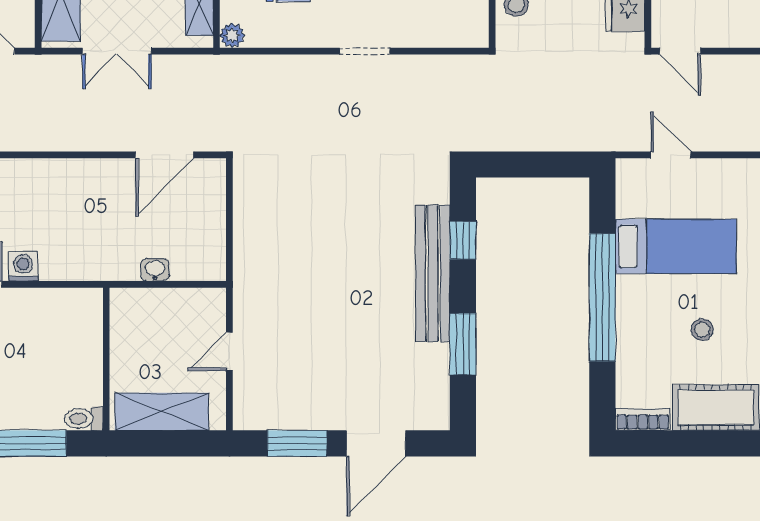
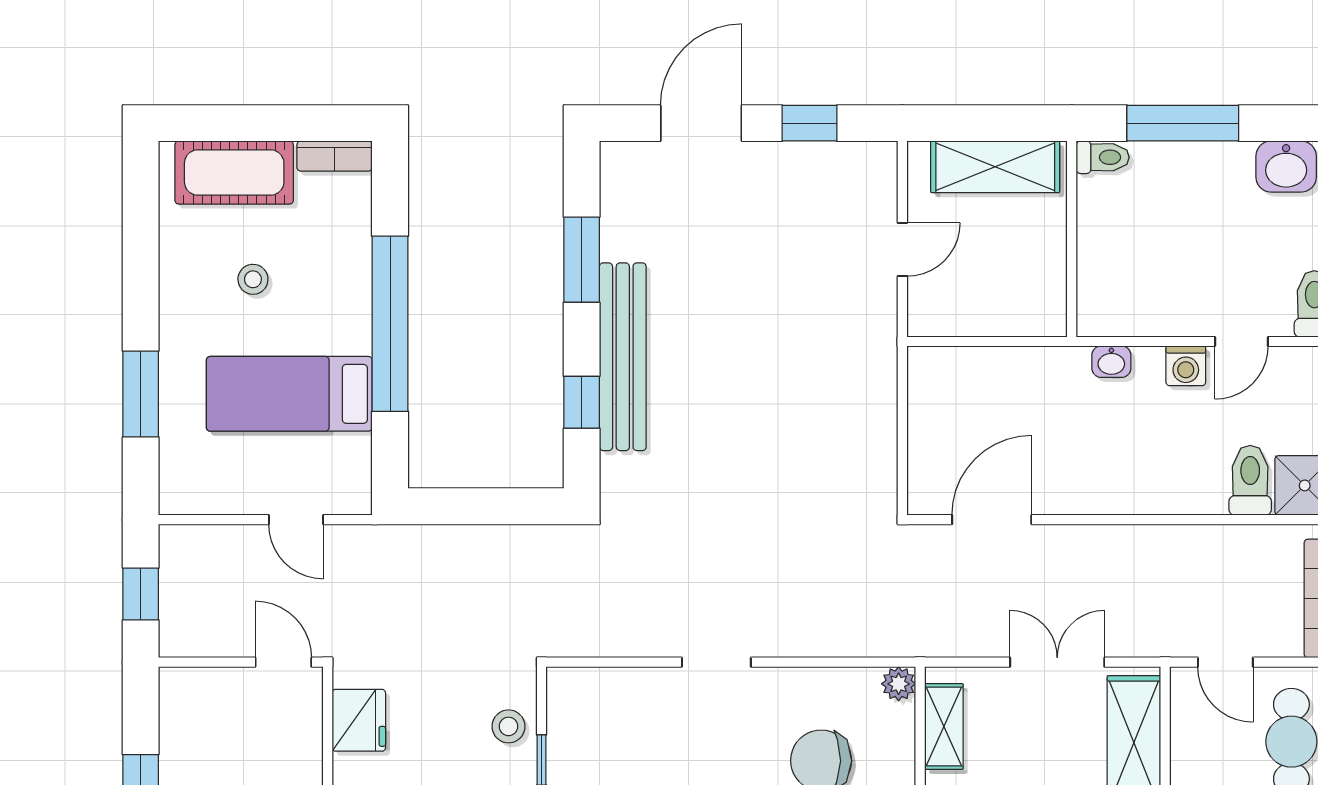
washbasin: (155, 270) -> (1111, 362), moved
window: (297, 443) -> (810, 123), width x0.67

